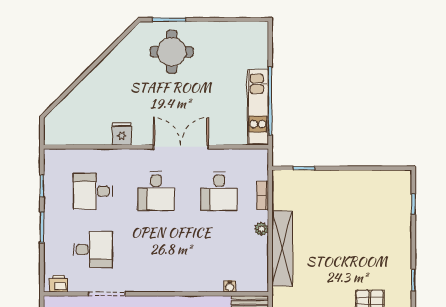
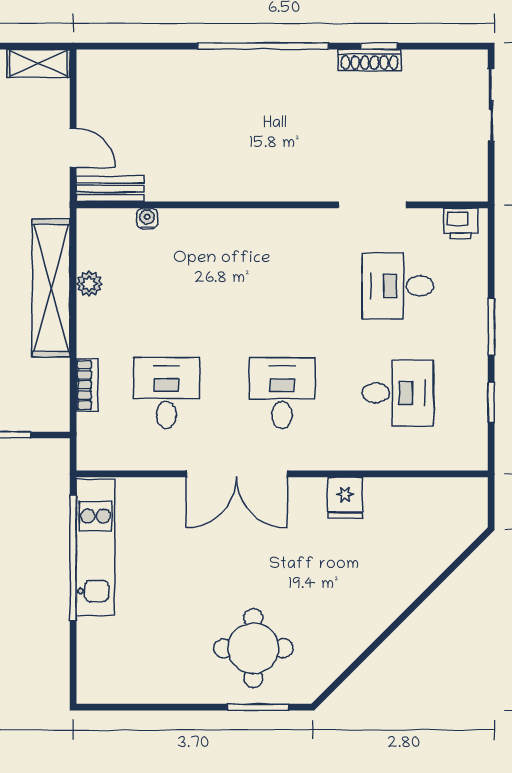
plant: (261, 229) -> (89, 284), moved

